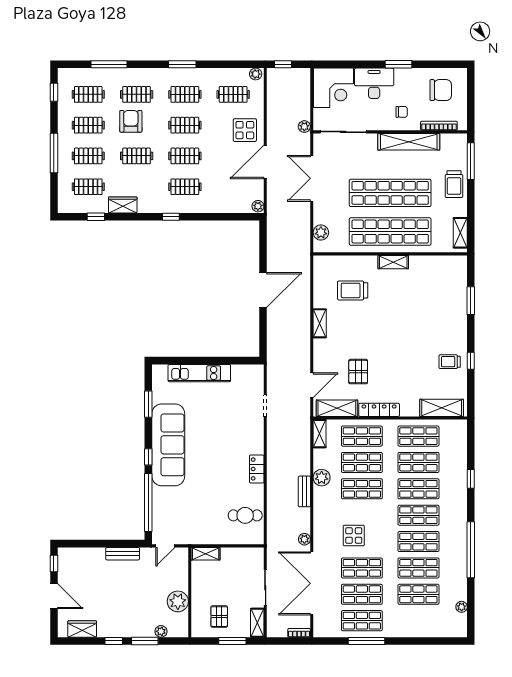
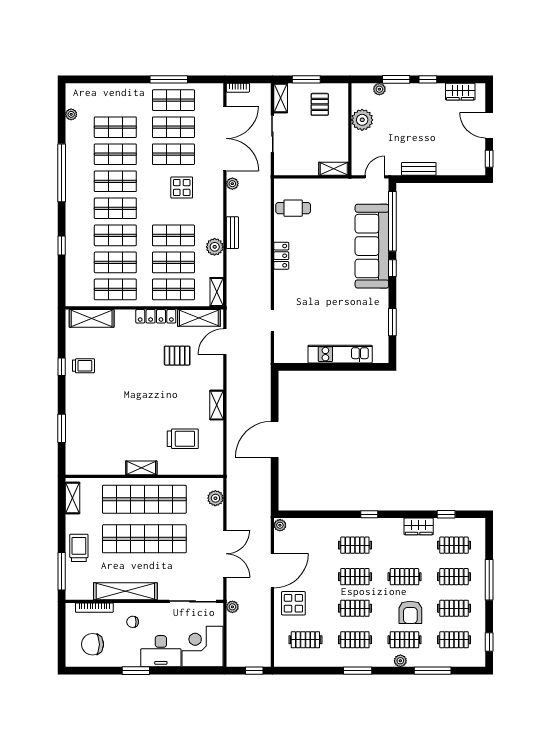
plant: (256, 74) -> (400, 661), moved
pallet: (358, 372) -> (177, 356), turned 90
sofa: (168, 445) -> (372, 246), moved

